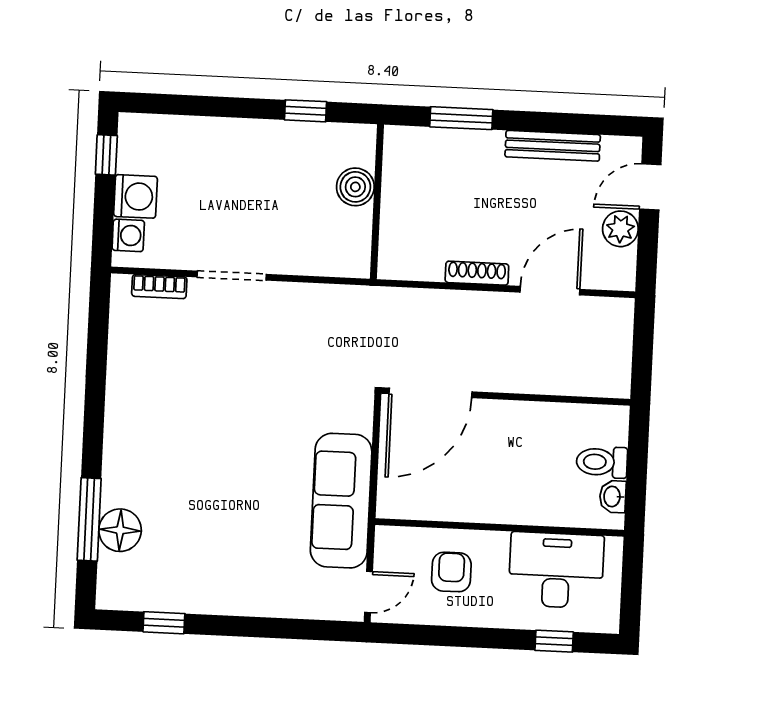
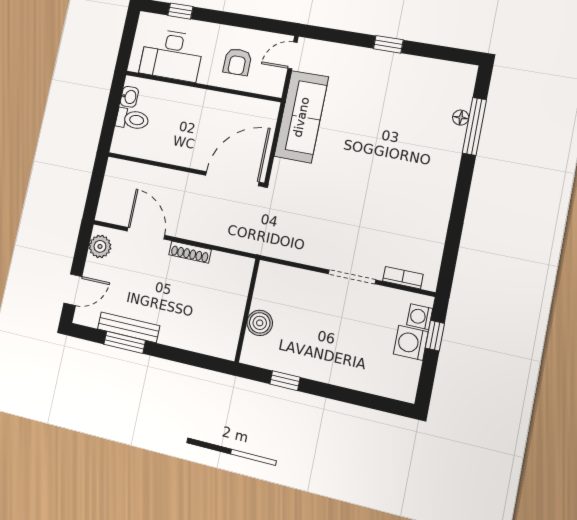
window: (461, 118) -> (125, 342), moved
window: (106, 155) -> (435, 336), moved
plant: (620, 229) -> (100, 246), moved
door: (550, 291) -> (146, 233), swing flipped
floor lamp: (120, 530) -> (461, 118), width x0.53, depth x0.53
window: (164, 623) -> (388, 44), moved

